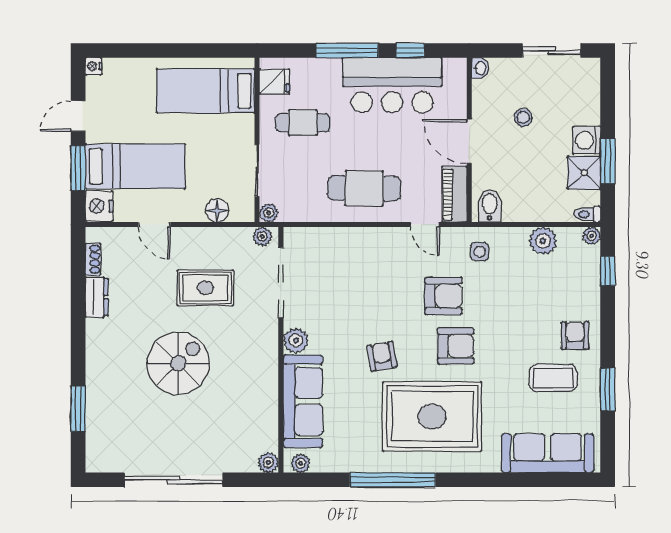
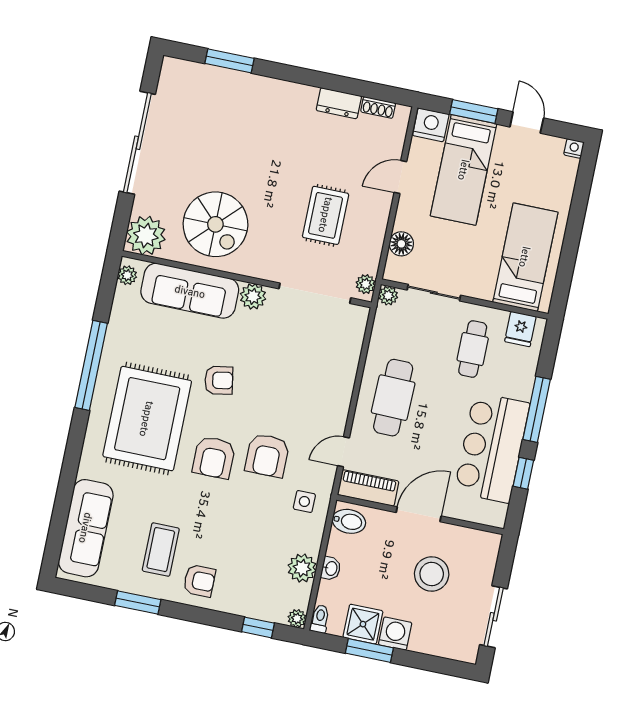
washbasin: (480, 68) -> (331, 568), moved, turned -90
stool: (523, 117) -> (432, 574), width x1.89, depth x1.89
spiral stairs: (178, 363) -> (215, 224), moved
plant: (268, 462) -> (146, 236), width x1.88, depth x1.88

